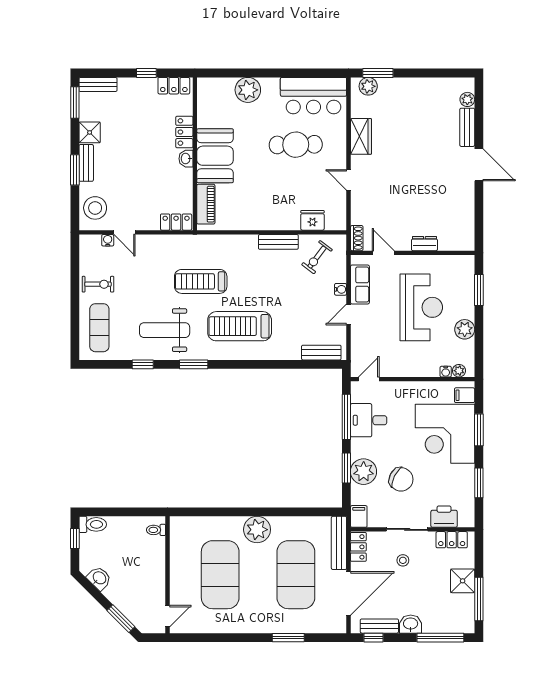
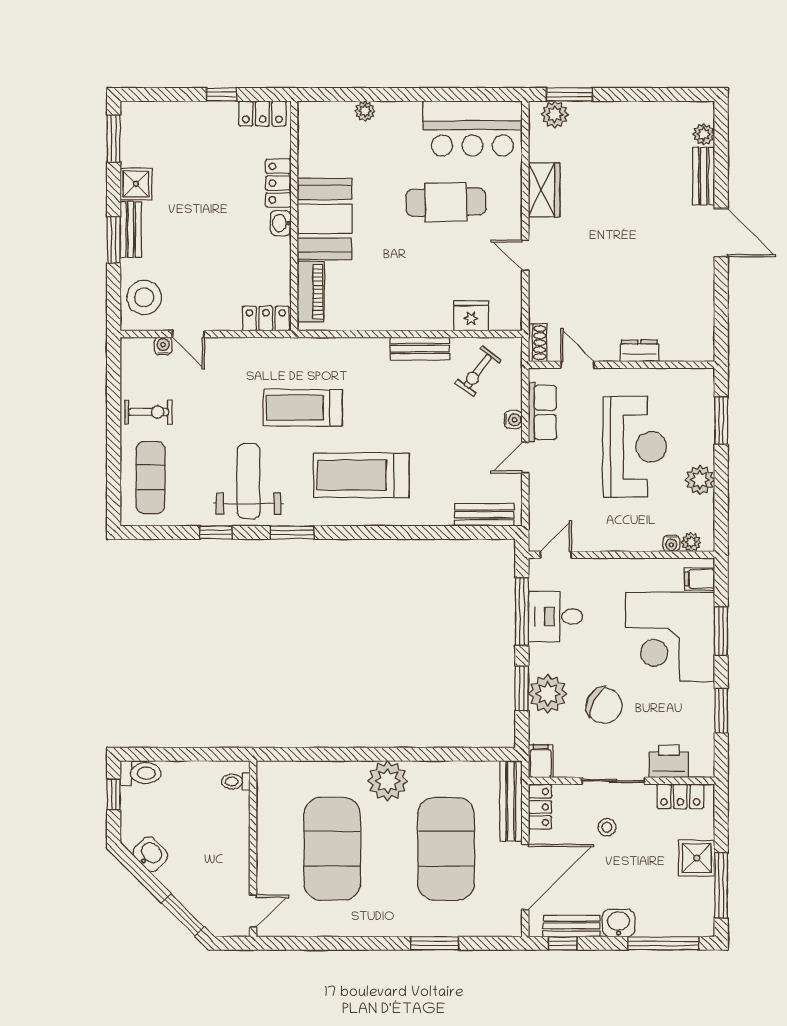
bench: (98, 84) -> (148, 112), removed
plant: (248, 90) -> (365, 111), width x0.53, depth x0.53
weight bench: (165, 330) -> (249, 481), turned 90

